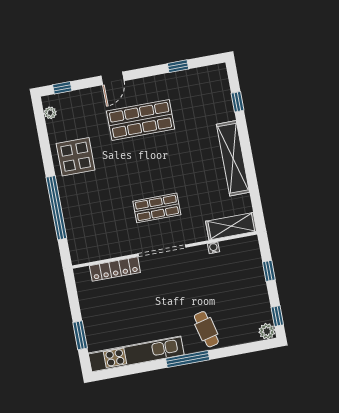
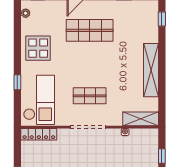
window: (238, 102) -> (162, 19), moved
window: (56, 208) -> (17, 82), width x0.32
checkout: (90, 226) -> (39, 100), added
locker: (115, 269) -> (39, 134), moved

